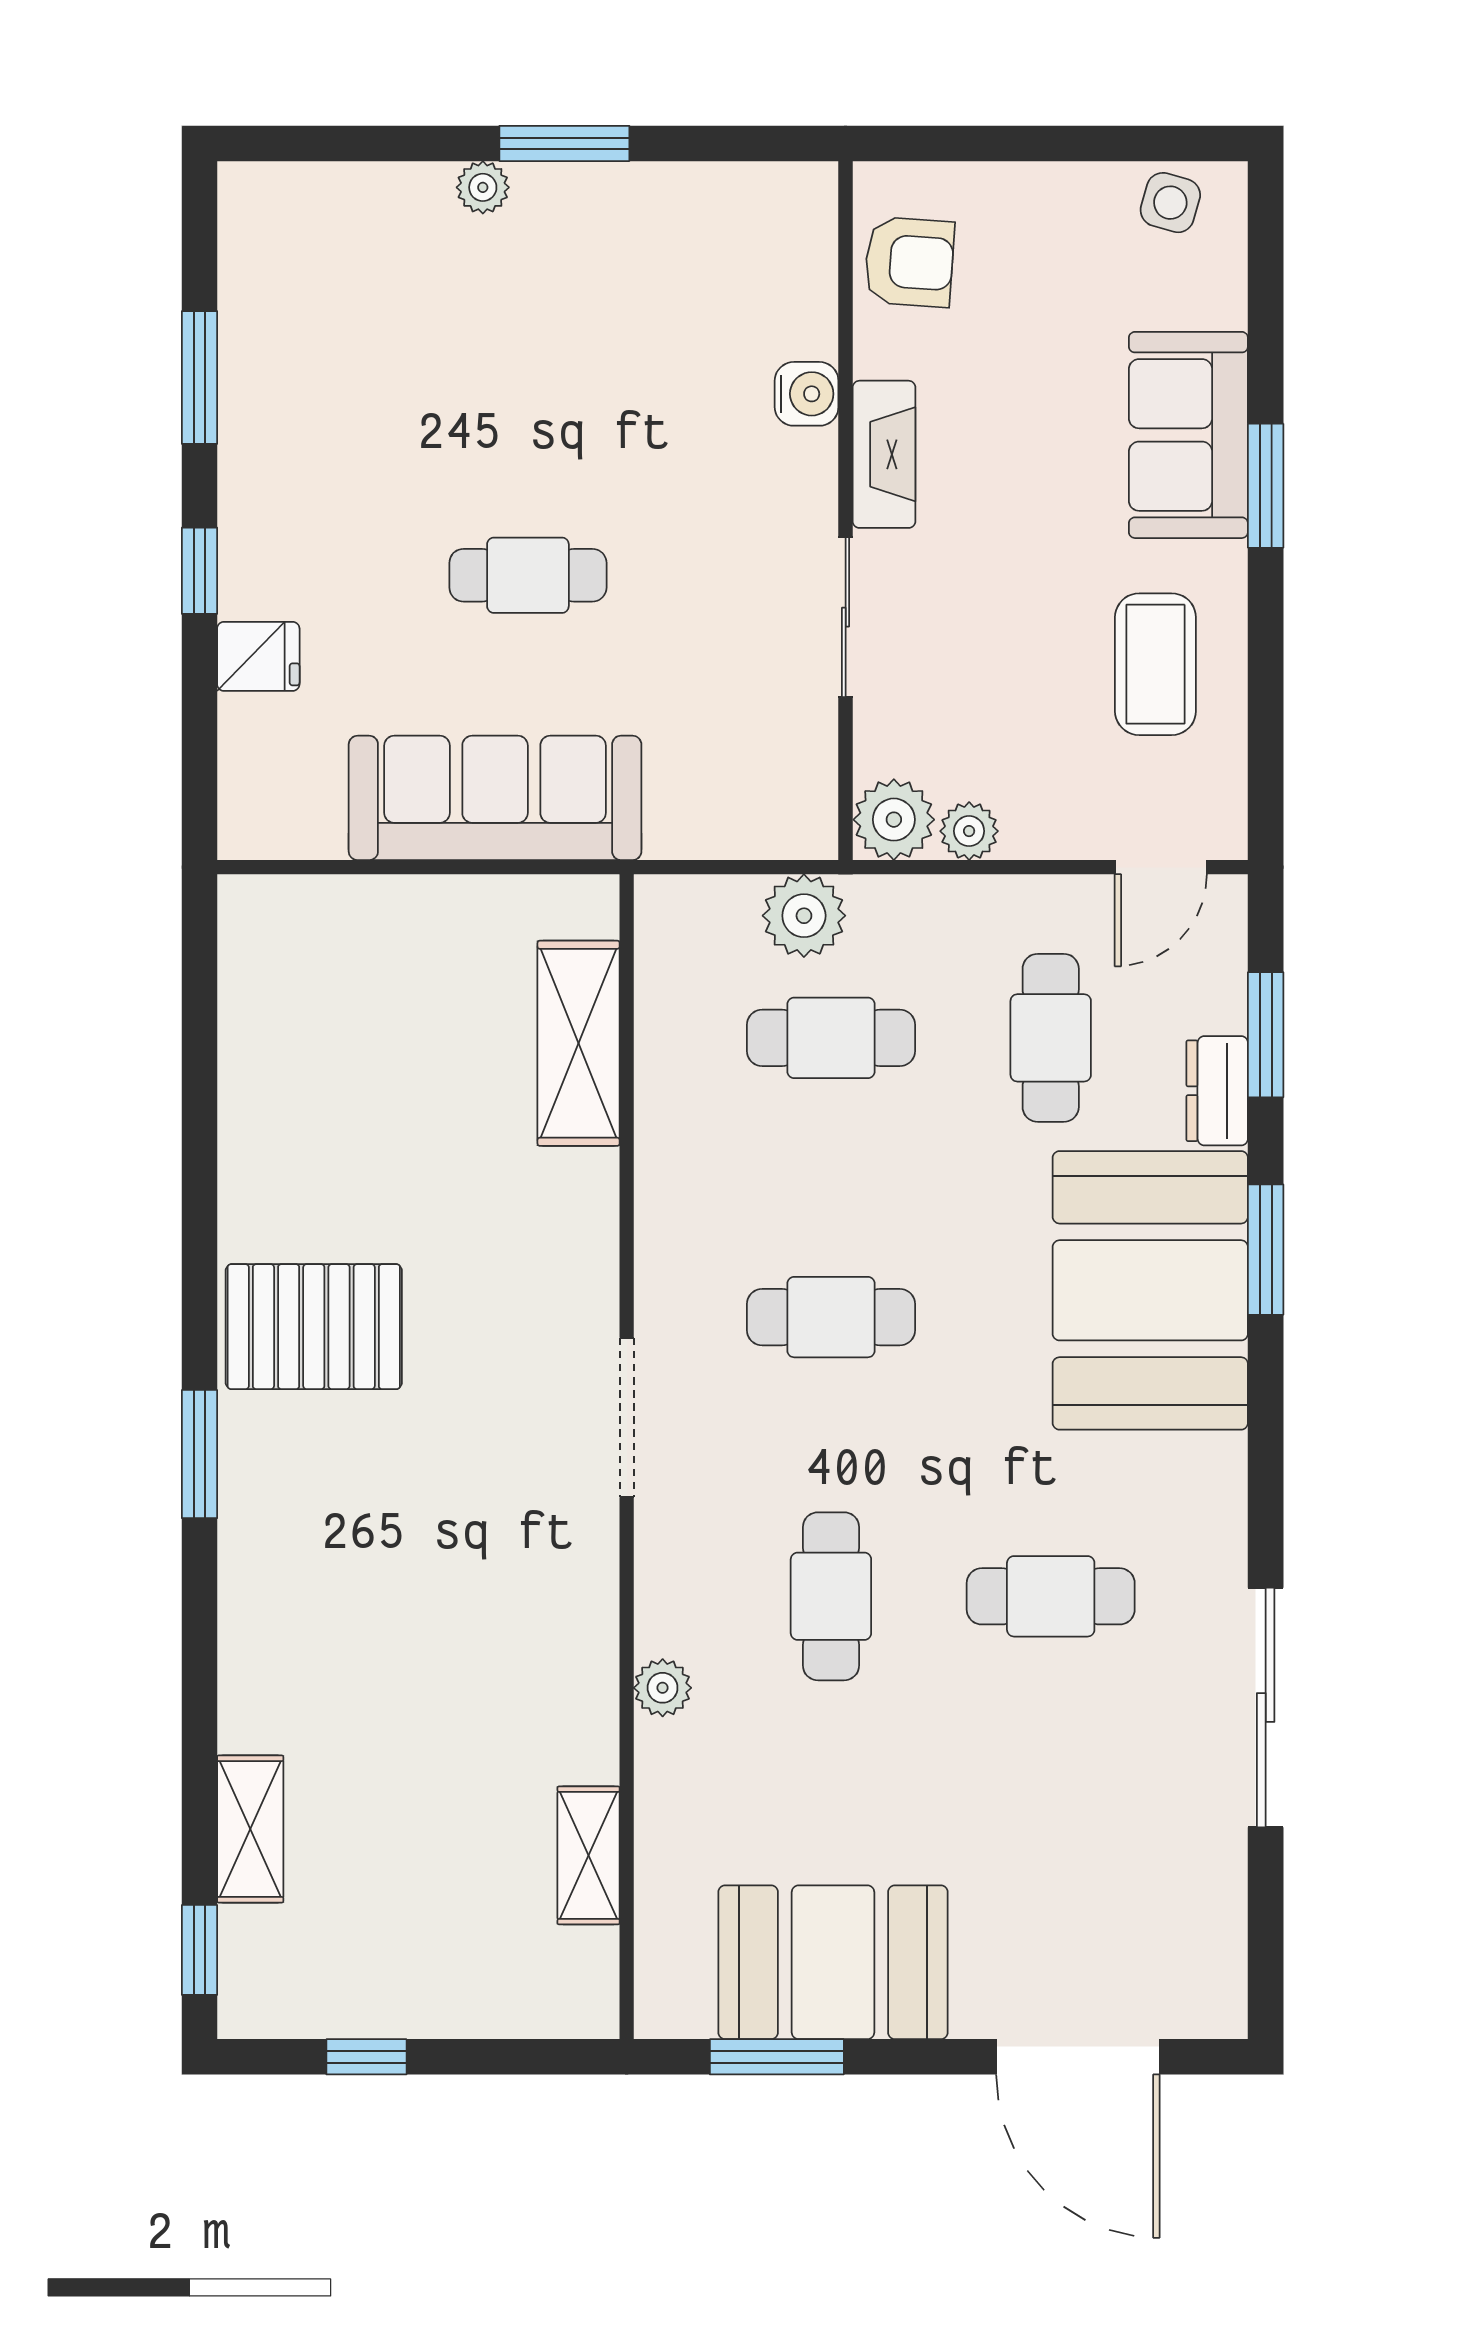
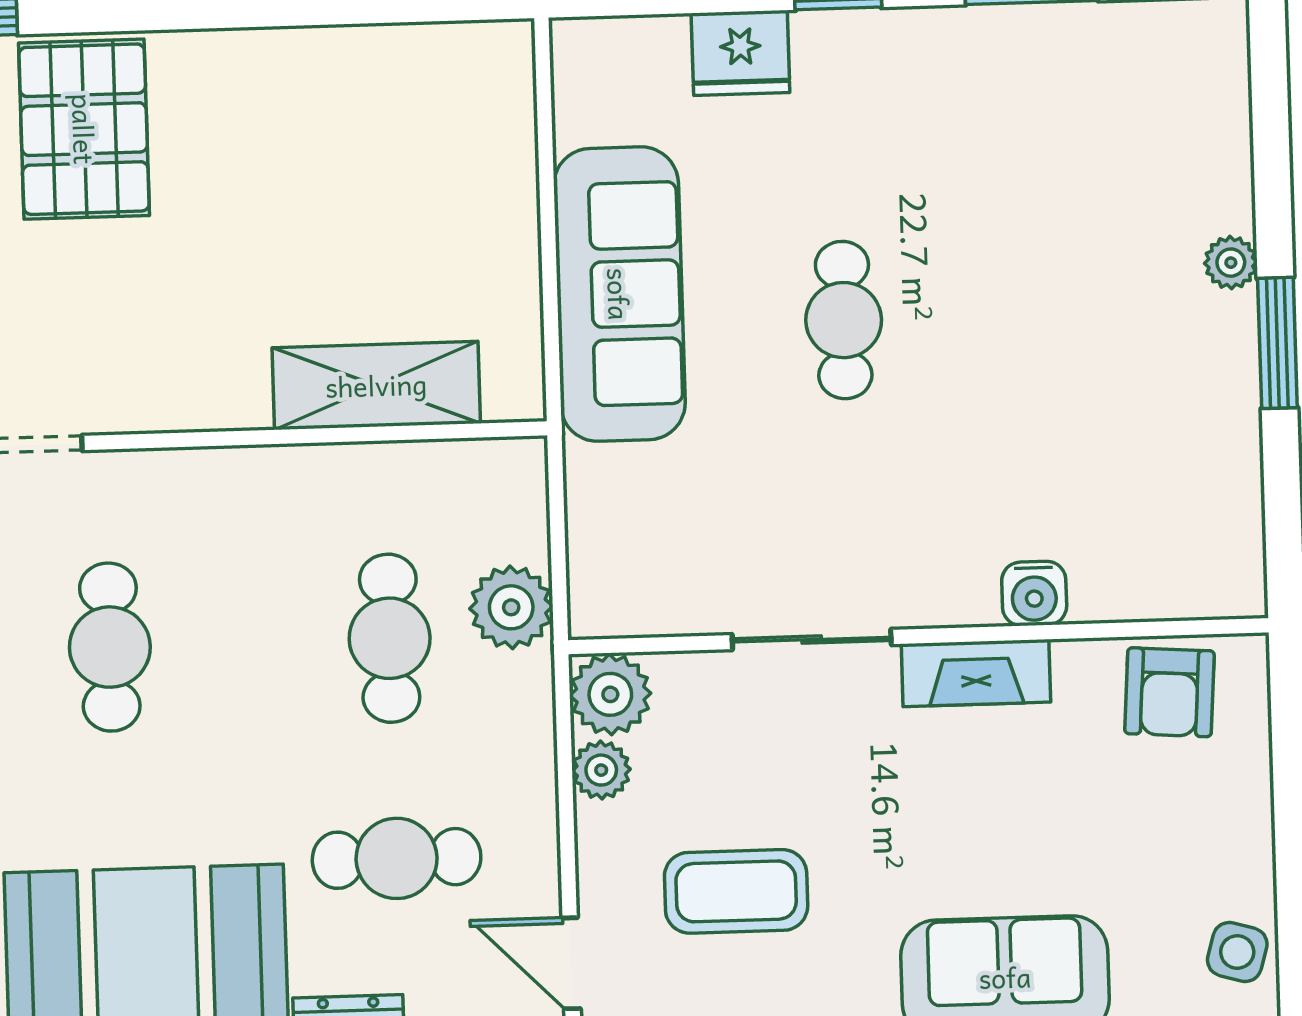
fridge: (258, 656) -> (740, 53), width x1.38
coffee table: (1155, 664) -> (736, 891), moved

